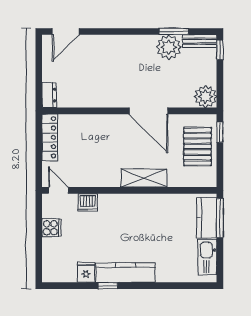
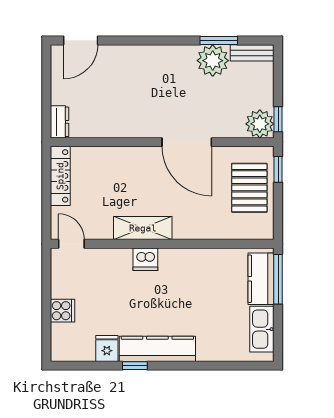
window: (220, 50) -> (278, 119), moved
shelving: (144, 178) -> (143, 228), moved
dishwasher: (88, 202) -> (145, 259), moved
cooker: (51, 228) -> (63, 311), moved

